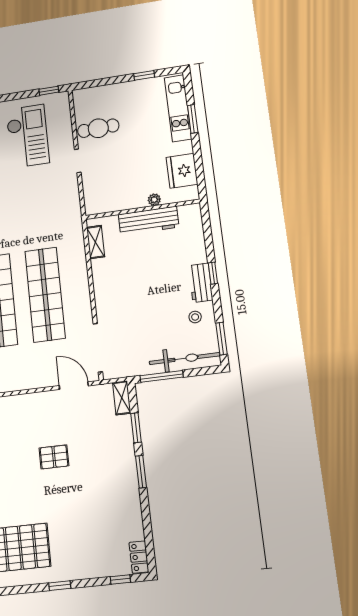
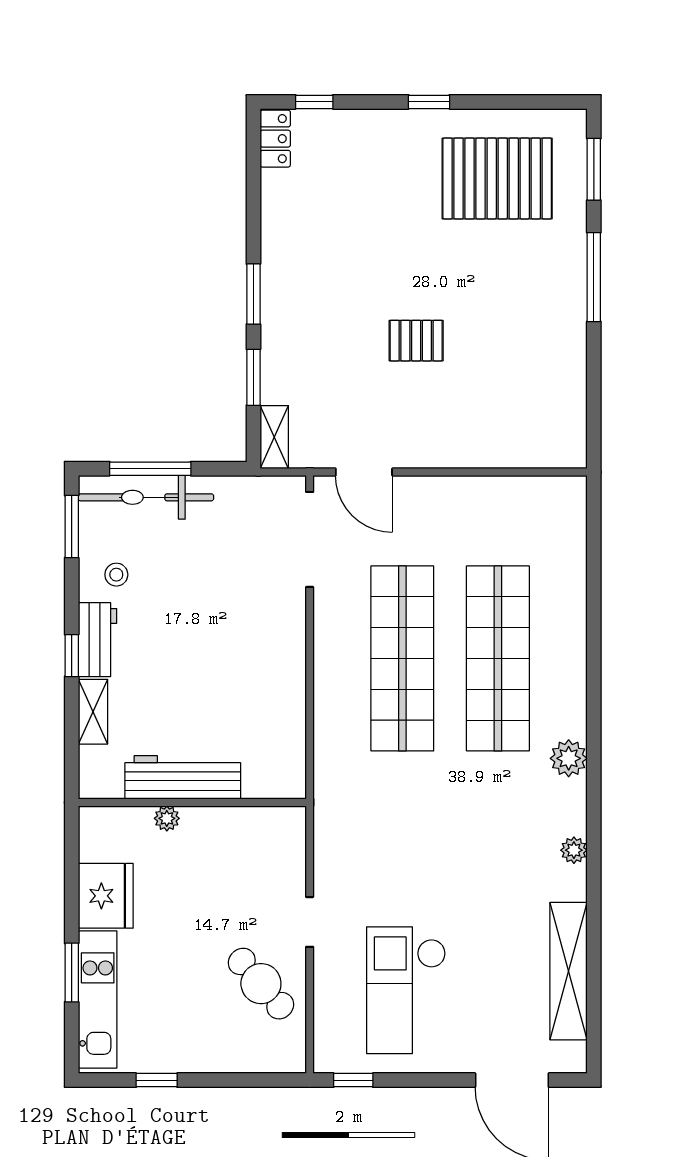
cafe table: (98, 128) -> (261, 984), turned 51
fridge: (182, 171) -> (106, 896), moved
shelving: (95, 242) -> (93, 712), moved
window: (162, 376) -> (150, 469), moved

